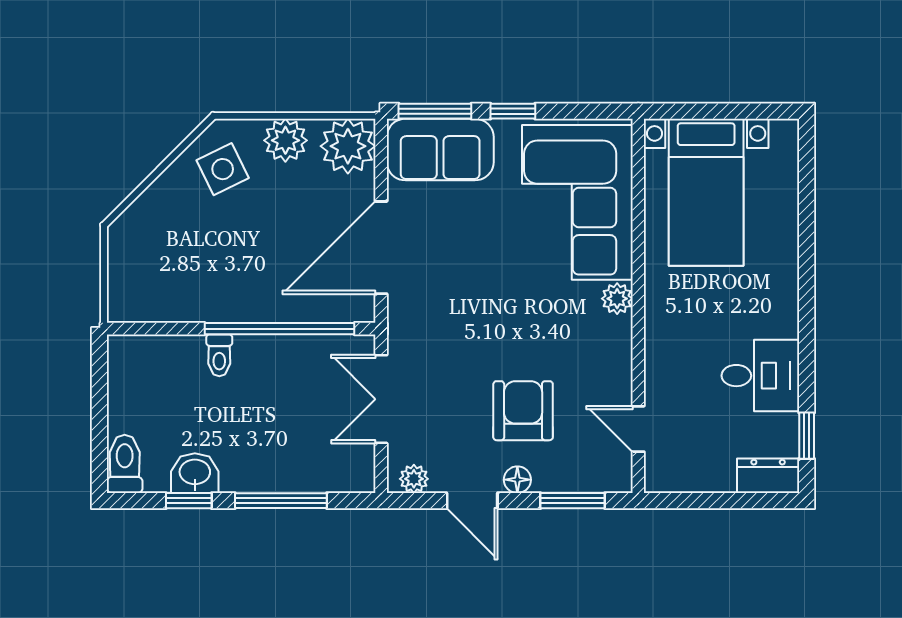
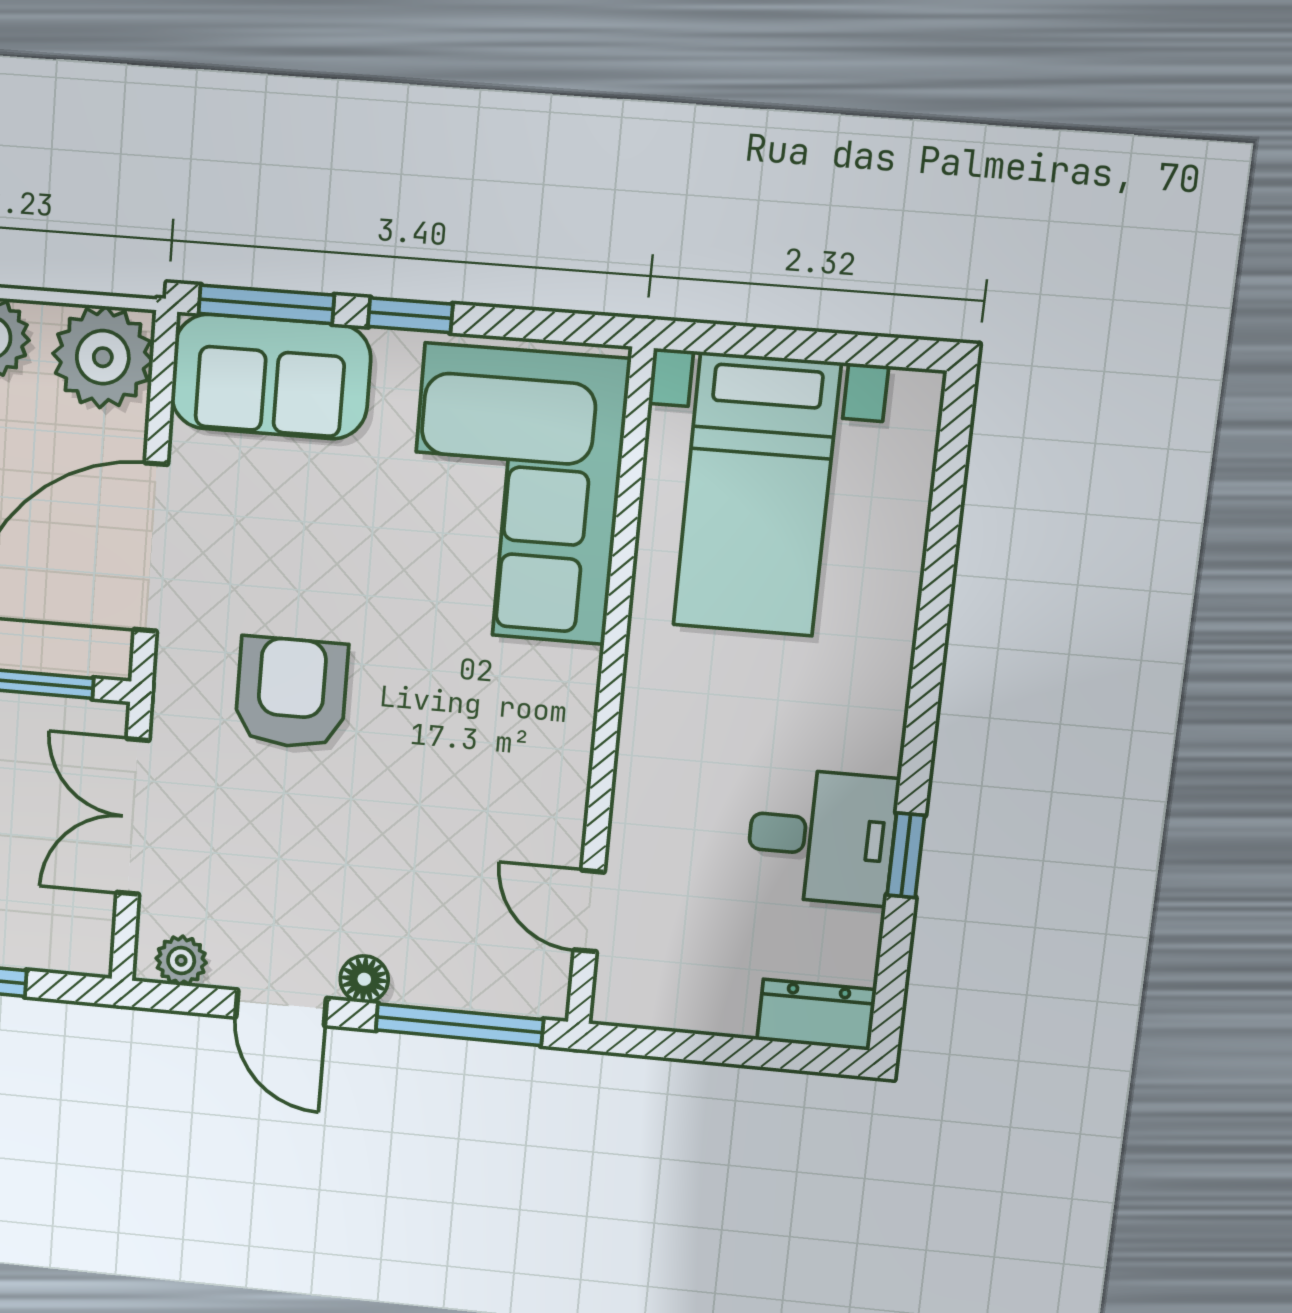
plant: (617, 299) -> (572, 676), removed
armchair: (523, 411) -> (291, 693), moved
window: (807, 436) -> (906, 855), moved
window: (573, 501) -> (459, 1025), width x1.44

